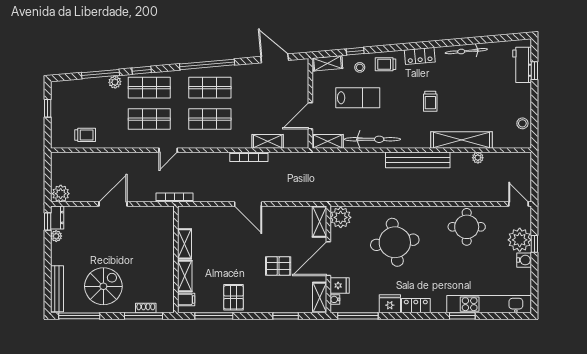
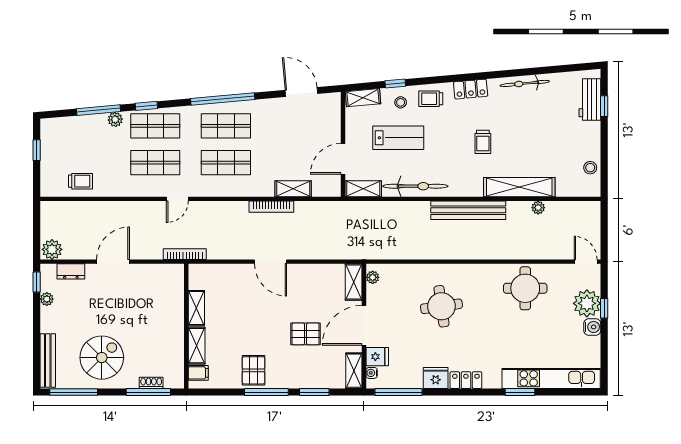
dresser: (57, 217) -> (71, 271), moved, turned 90
plant: (341, 217) -> (373, 277), width x0.53, depth x0.53
round table: (395, 242) -> (441, 306), width x0.73, depth x0.73
window: (214, 316) -> (266, 392), moved

